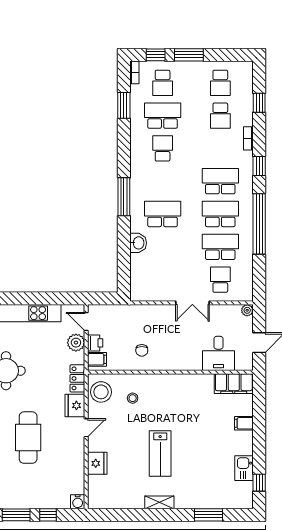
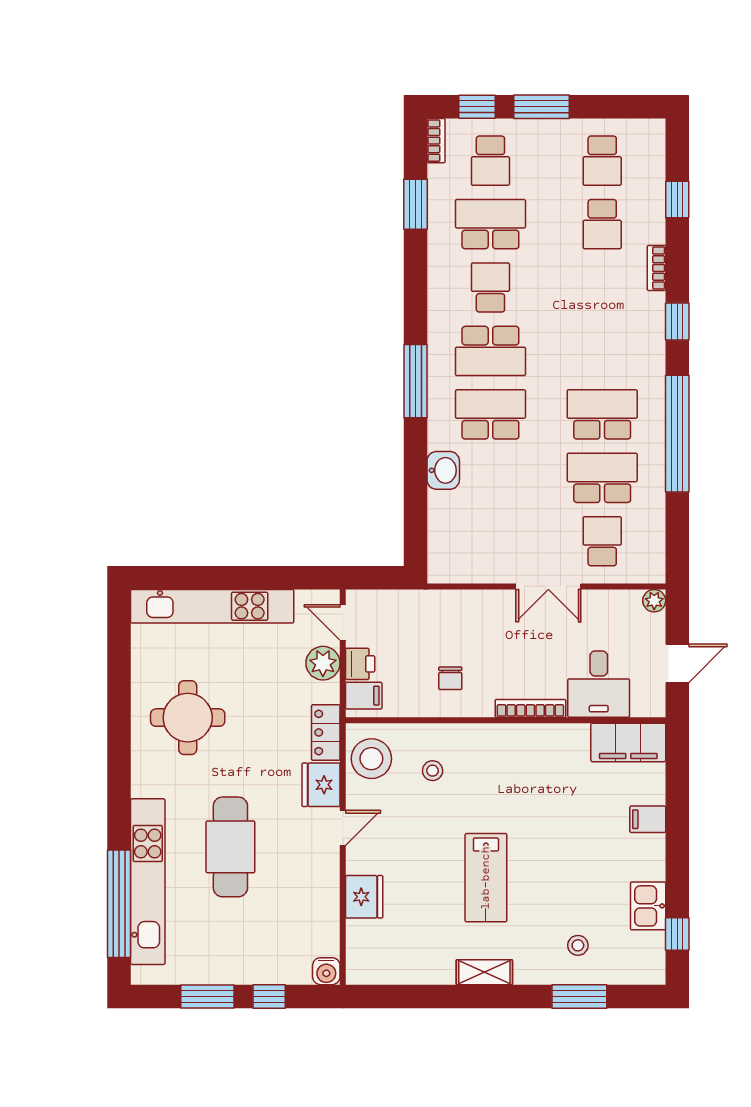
school desk: (220, 181) -> (490, 351), moved, turned 180
bookcase: (183, 366) -> (530, 708), added
stool: (208, 488) -> (578, 945), added

